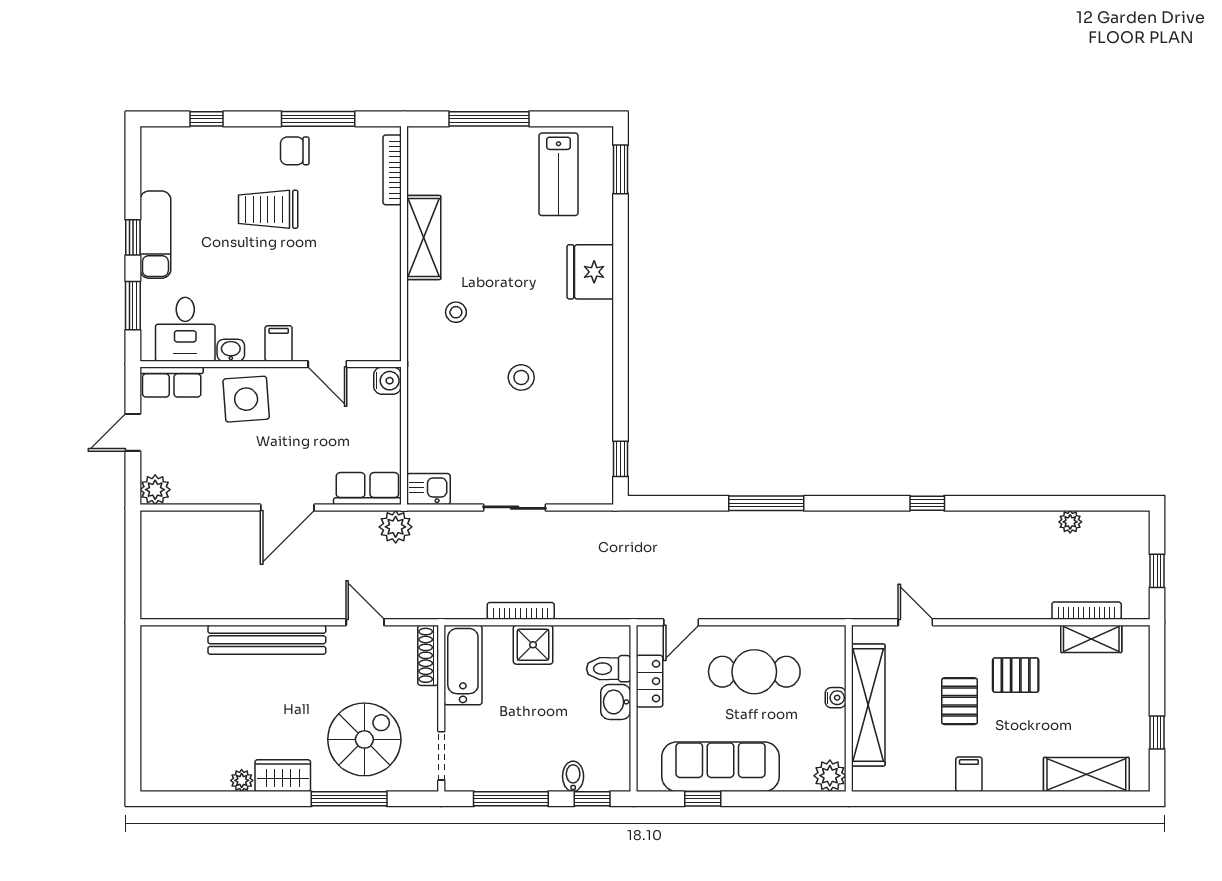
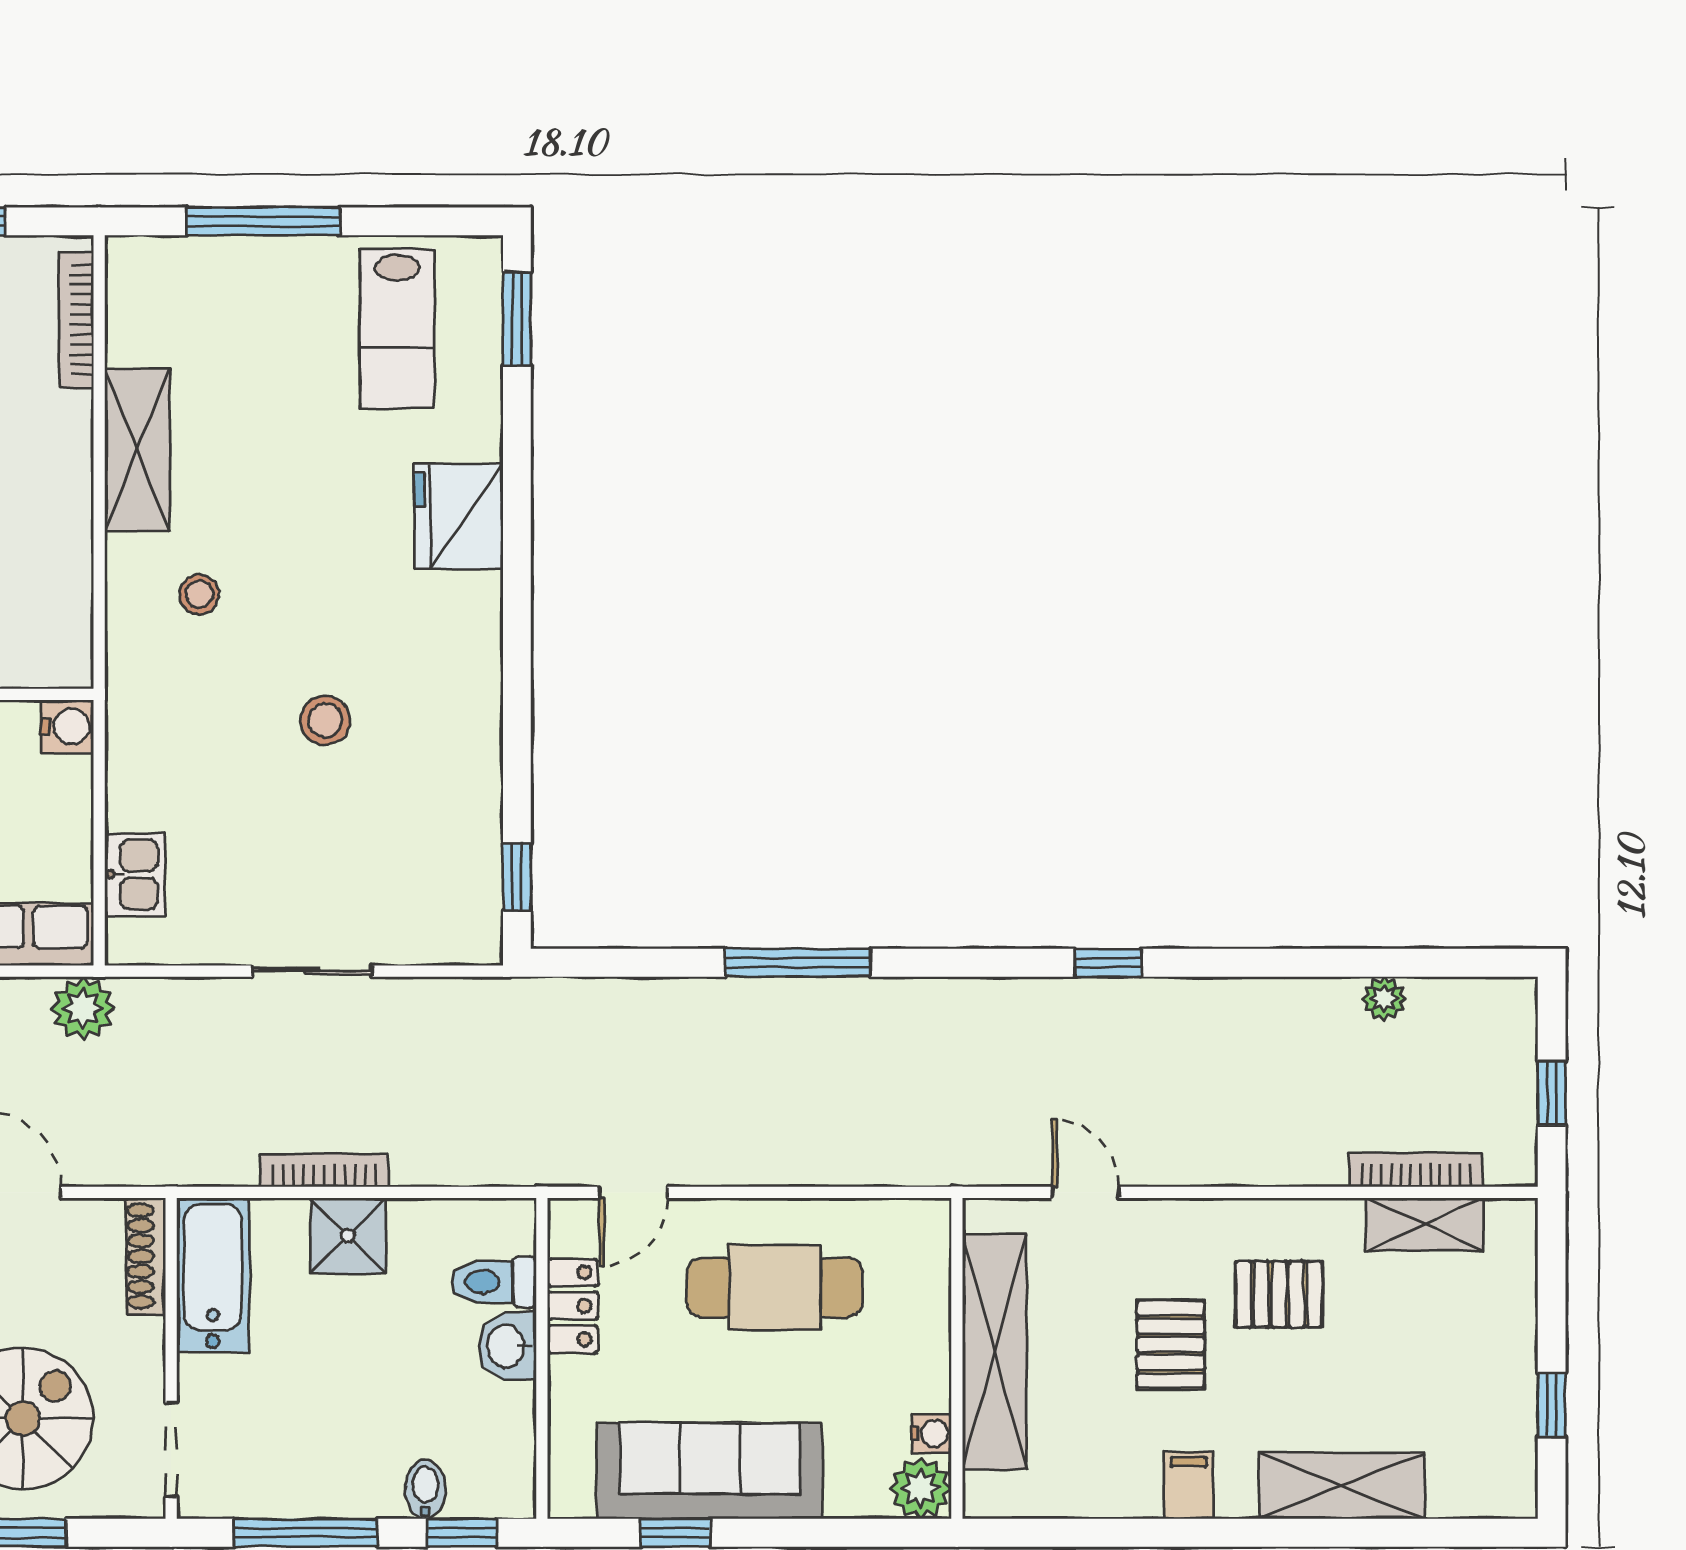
kitchen sink: (428, 489) -> (135, 874), moved, turned 90
water cooler: (836, 698) -> (932, 1433), moved
shelving: (1086, 774) -> (1342, 1486), moved

